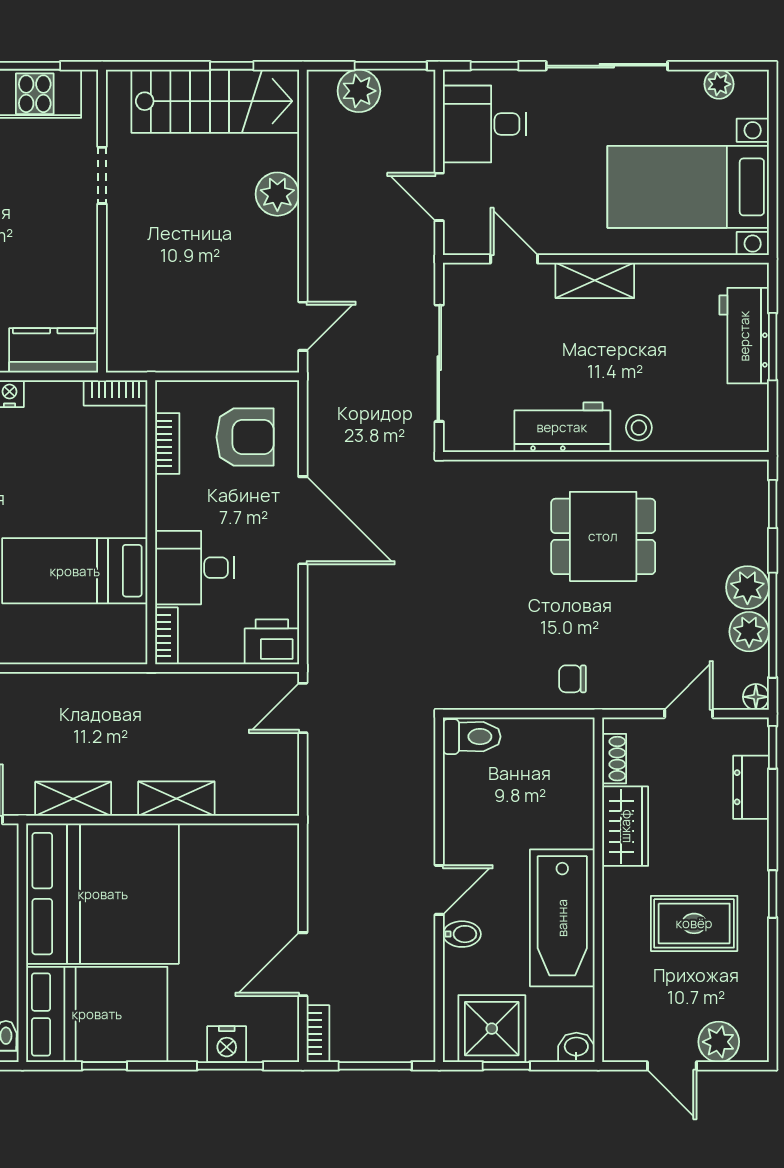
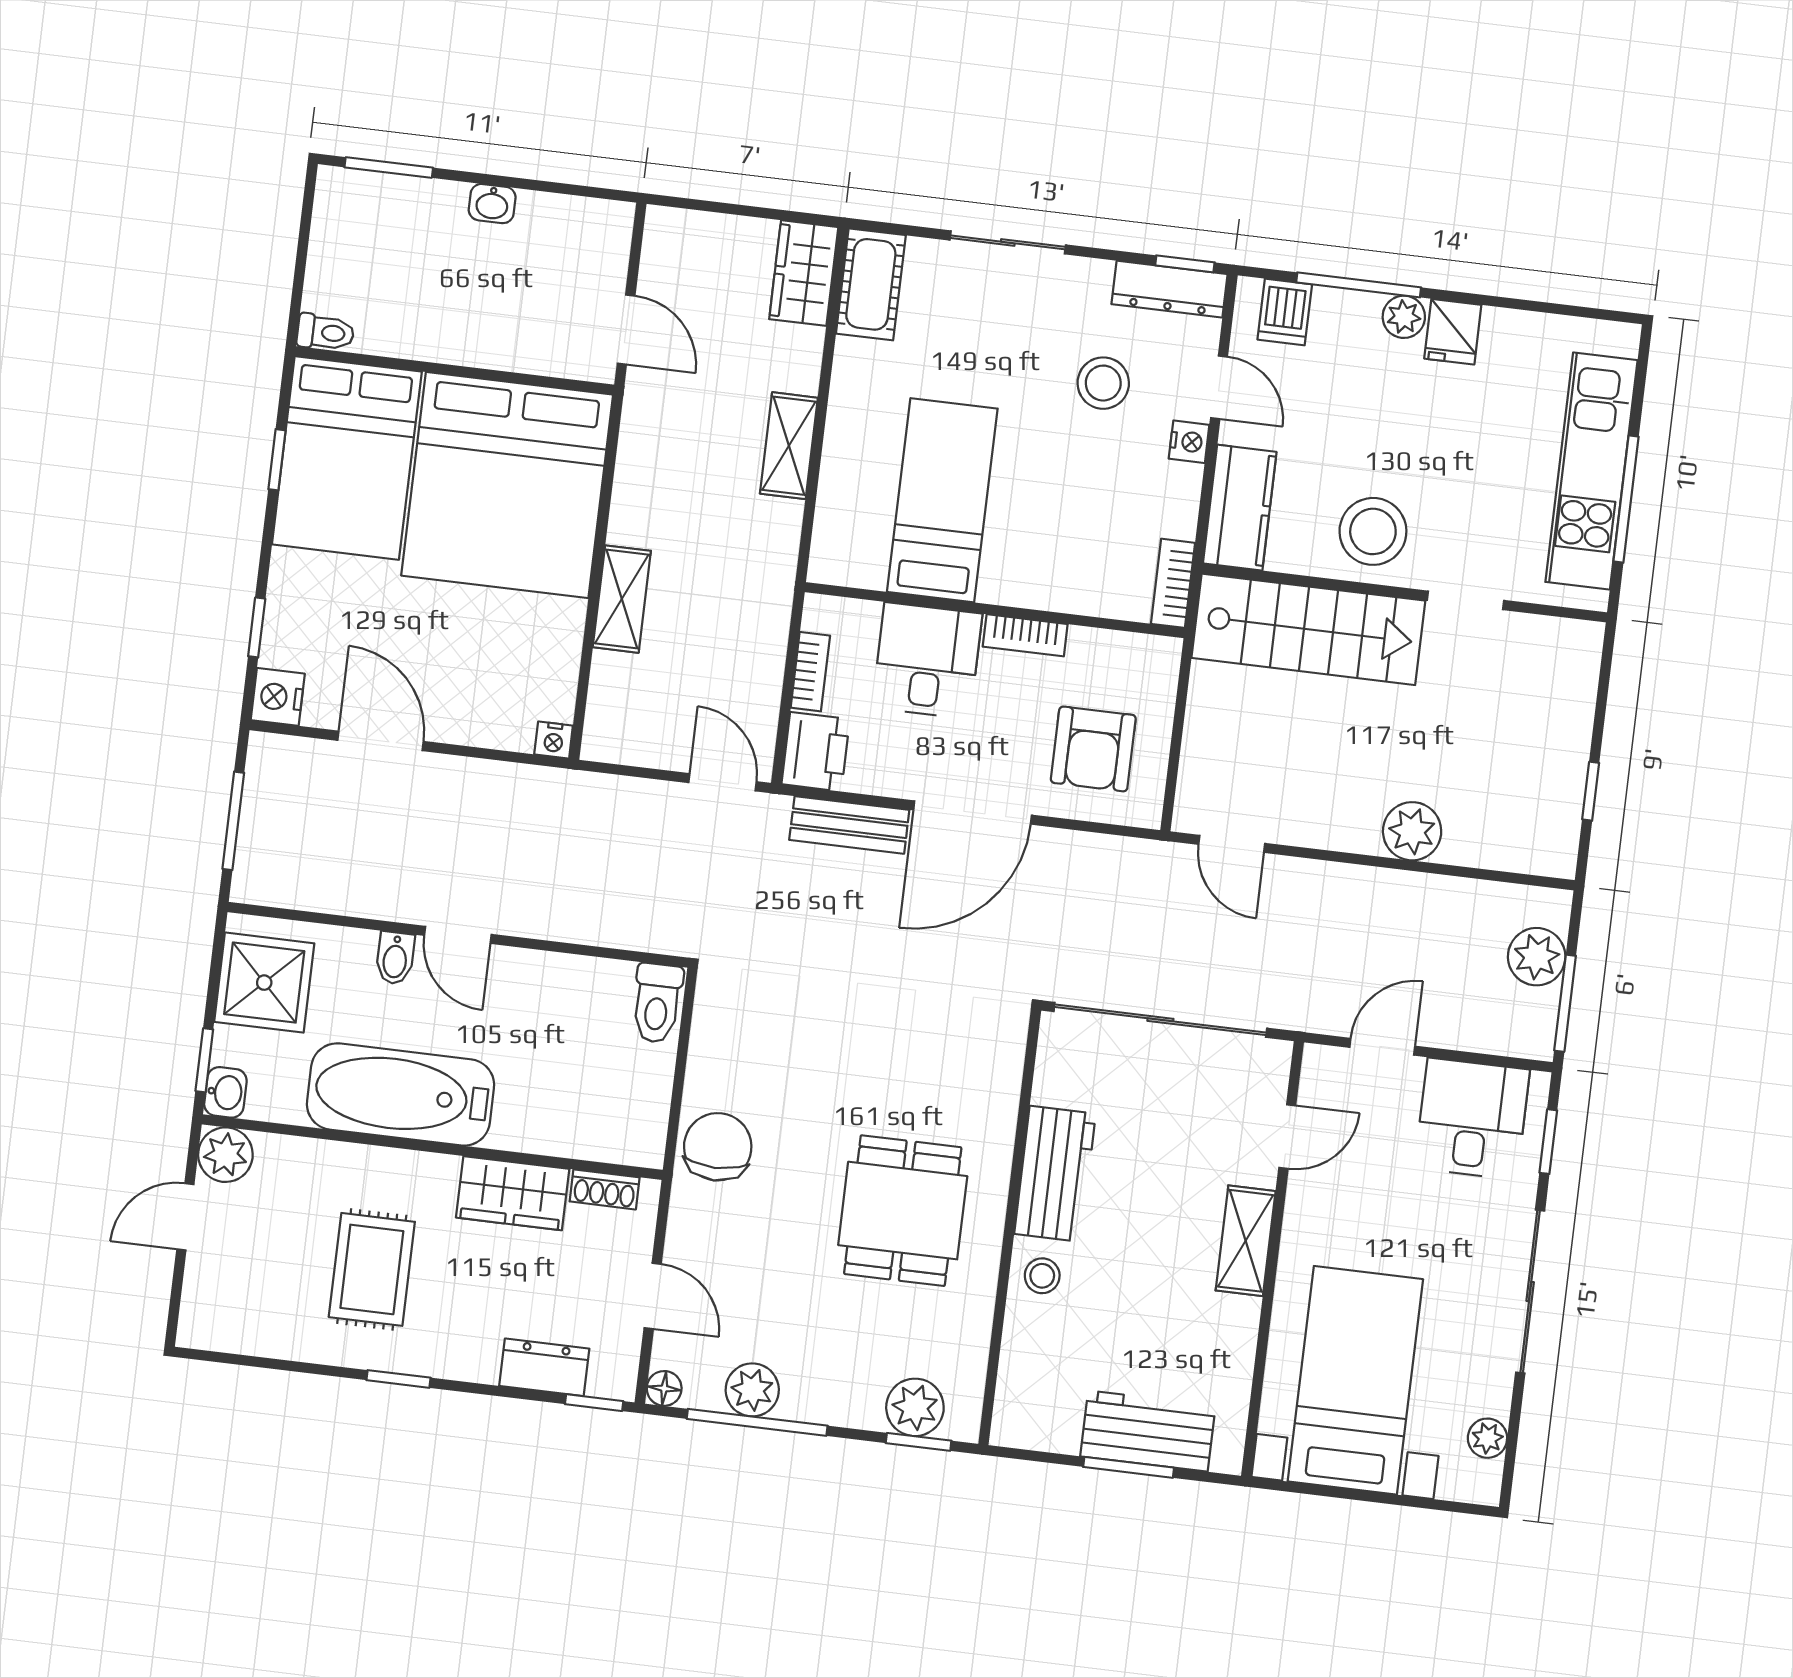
stairs: (215, 101) -> (1308, 629), moved, turned -90
stool: (59, 250) -> (1373, 531), added
sliding door: (439, 363) -> (1160, 1020), width x1.36
bookcase: (167, 444) -> (1025, 635), moved
plant: (747, 587) -> (915, 1407), moved
bench: (323, 610) -> (849, 825), added
bookcase: (166, 636) -> (810, 672), moved, turned -90
chair: (573, 679) -> (718, 1147), width x1.87, depth x1.87
shelving: (73, 799) -> (789, 446), moved
nightstand: (287, 836) -> (554, 740), added
bookcase: (318, 1034) -> (285, 750), removed
plant: (719, 1042) -> (225, 1155), moved
nightstand: (227, 1044) -> (278, 697), moved
window: (230, 1066) -> (257, 627), width x0.67
window: (506, 1066) -> (204, 1060), moved

